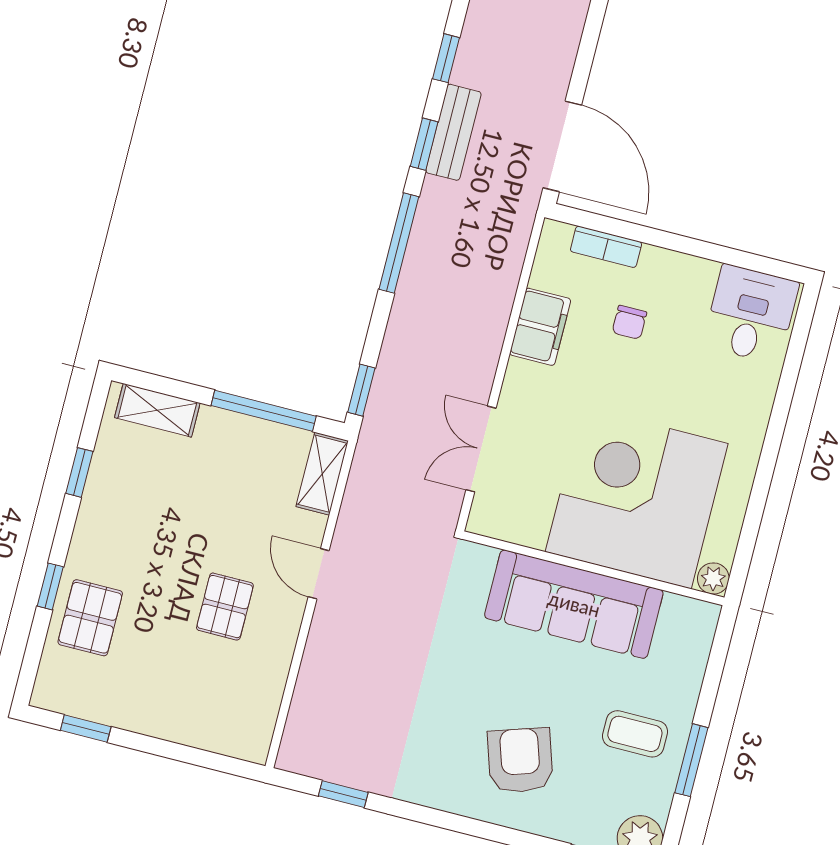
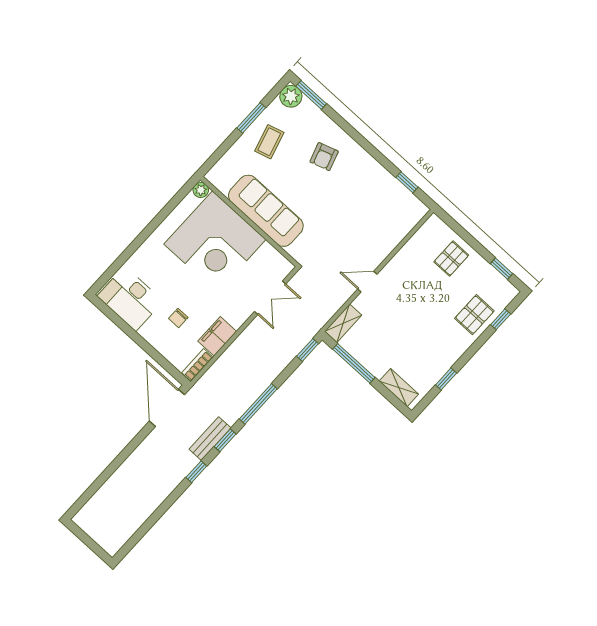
bookcase: (606, 247) -> (197, 365), moved, turned -90
desk: (751, 314) -> (130, 299), width x1.37
chair: (629, 322) -> (178, 318), turned 180
door: (319, 574) -> (367, 282), swing flipped
window: (50, 586) -> (501, 319), moved
pallet: (225, 607) -> (451, 259), moved
coffee table: (635, 734) -> (269, 142), turned 74
armchair: (520, 760) -> (324, 157), width x0.72, depth x0.72

